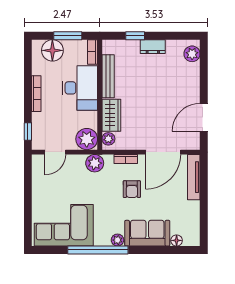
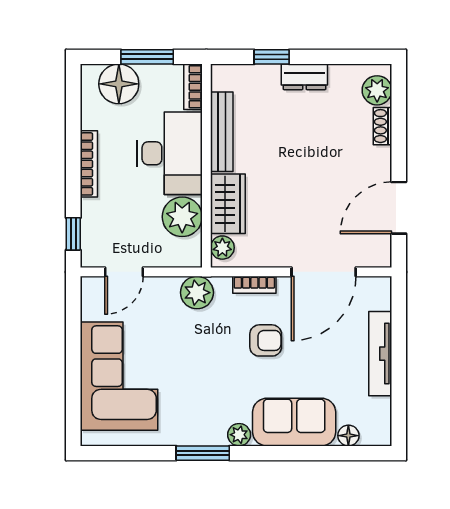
shoe rack: (195, 73) -> (383, 126), added
plant: (87, 139) -> (182, 217), moved
tv unit: (194, 177) -> (380, 354), moved
armchair: (132, 189) -> (266, 340), turned -90
corner sofa: (64, 225) -> (119, 376), moved, turned 90
window: (98, 250) -> (203, 453), width x0.47

